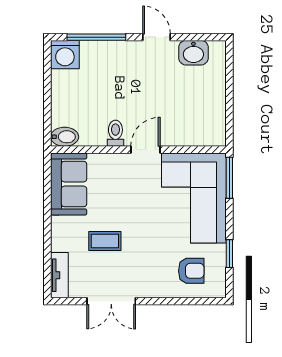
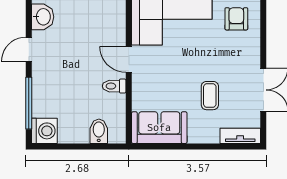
bidet: (65, 137) -> (99, 131), moved

